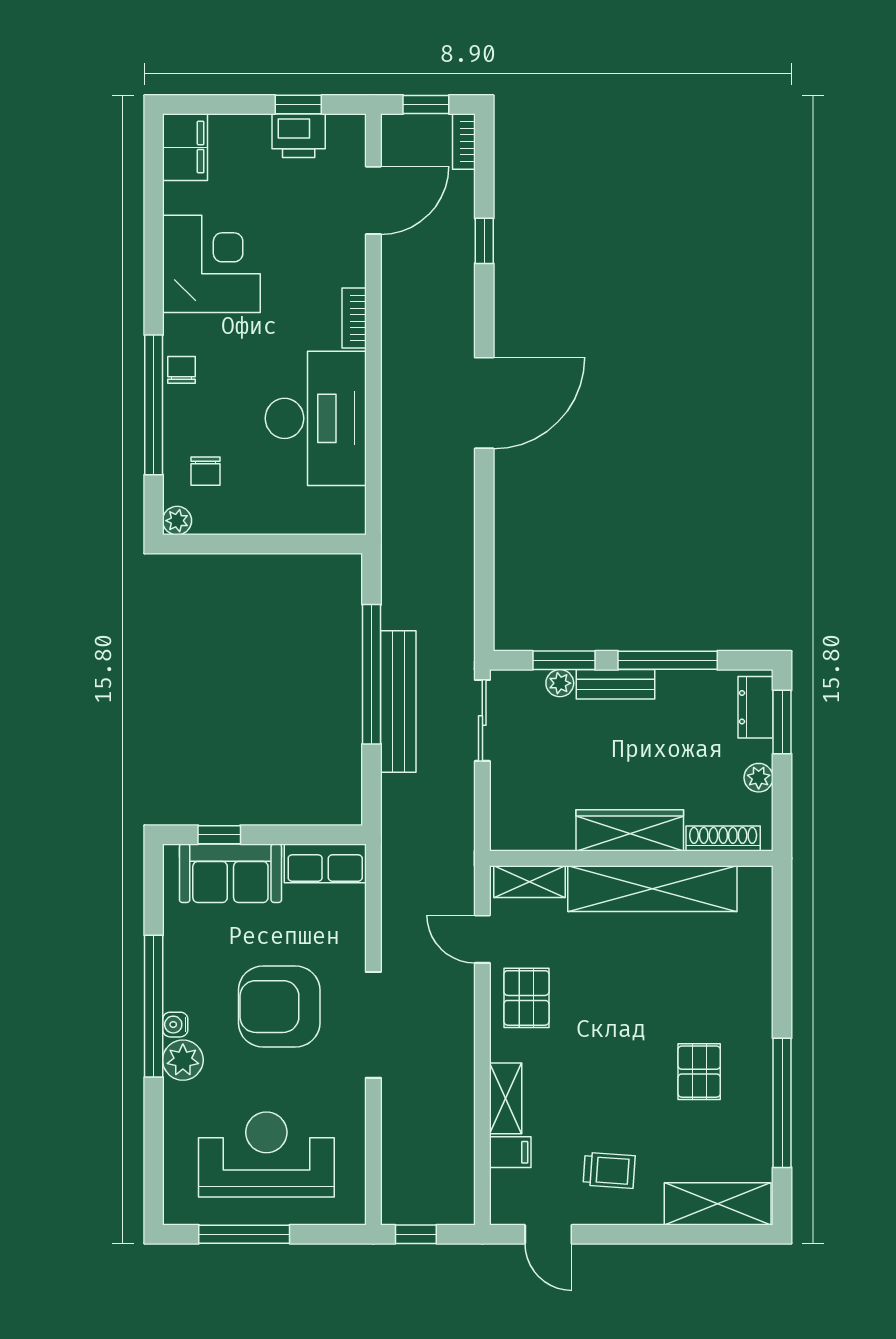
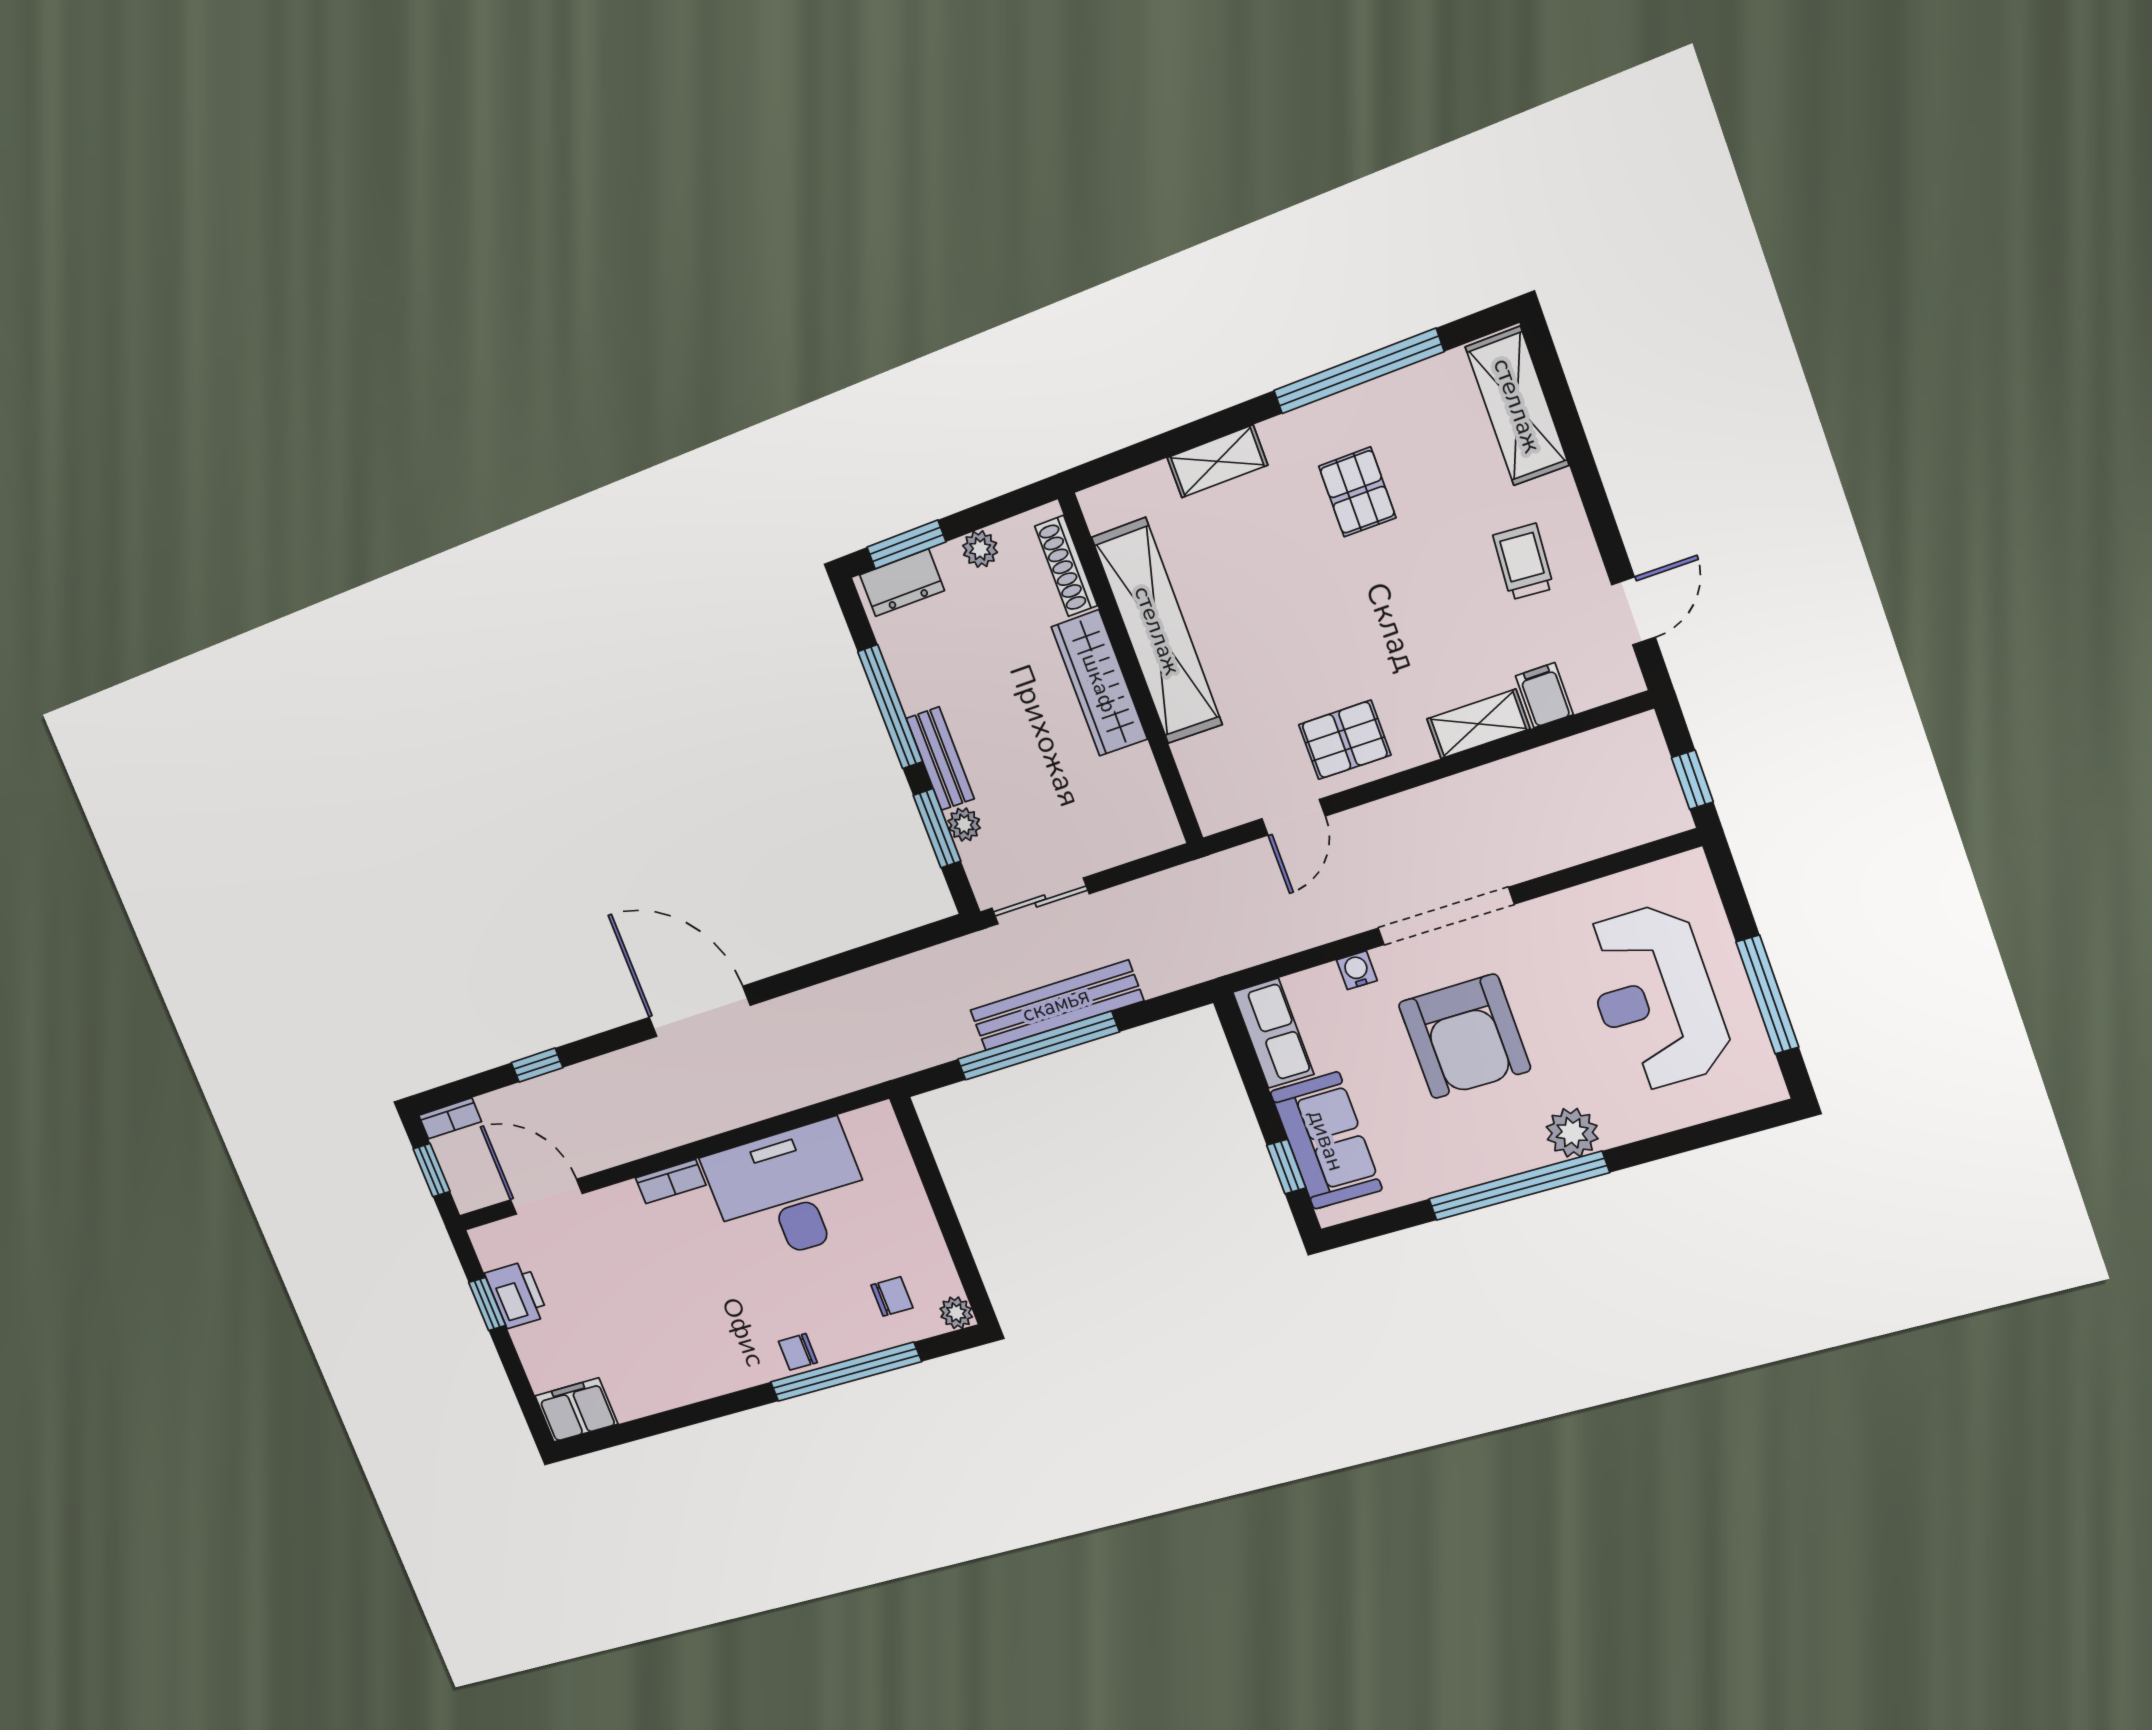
corner desk: (211, 264) -> (679, 1350), removed
shelving: (529, 882) -> (1217, 461), moved, turned 90
water cooler: (175, 1025) -> (1357, 970), moved, turned 180
pallet: (699, 1072) -> (1357, 492), turned 90

